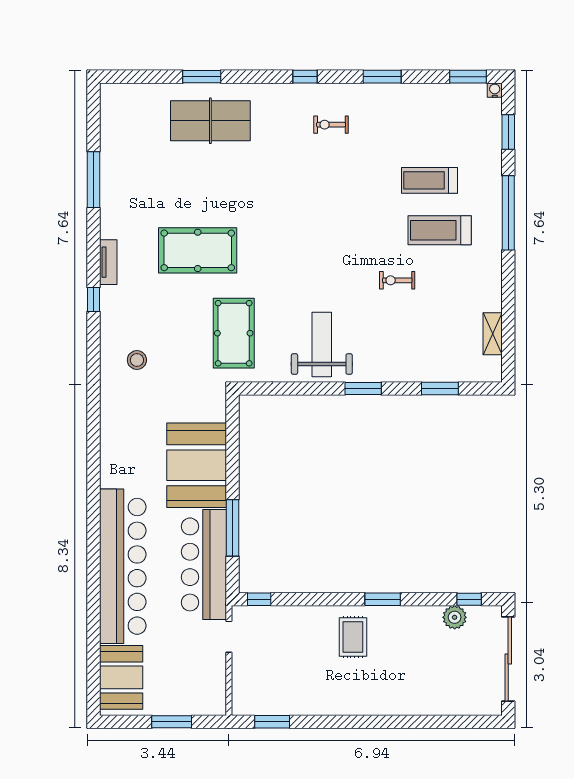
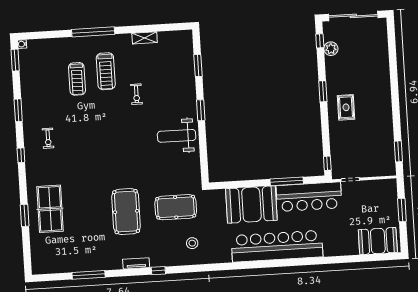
window: (508, 132) -> (46, 35), removed
pool table: (234, 333) -> (176, 207), moved
shelving: (493, 334) -> (145, 38), moved
bar counter: (123, 566) -> (277, 246), moved
rug: (353, 637) -> (346, 107), turned 90

